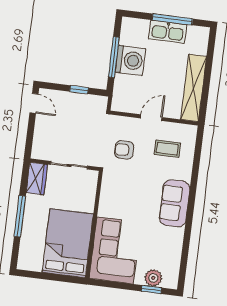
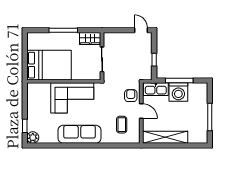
kitchen sink: (168, 32) -> (156, 89), moved, turned -90
door: (34, 103) -> (141, 30), swing flipped
armchair: (124, 150) -> (131, 96), moved
sofa: (175, 203) -> (80, 134), width x1.36
corner sofa: (115, 250) -> (72, 98), moved
plant: (153, 278) -> (33, 137), moved

